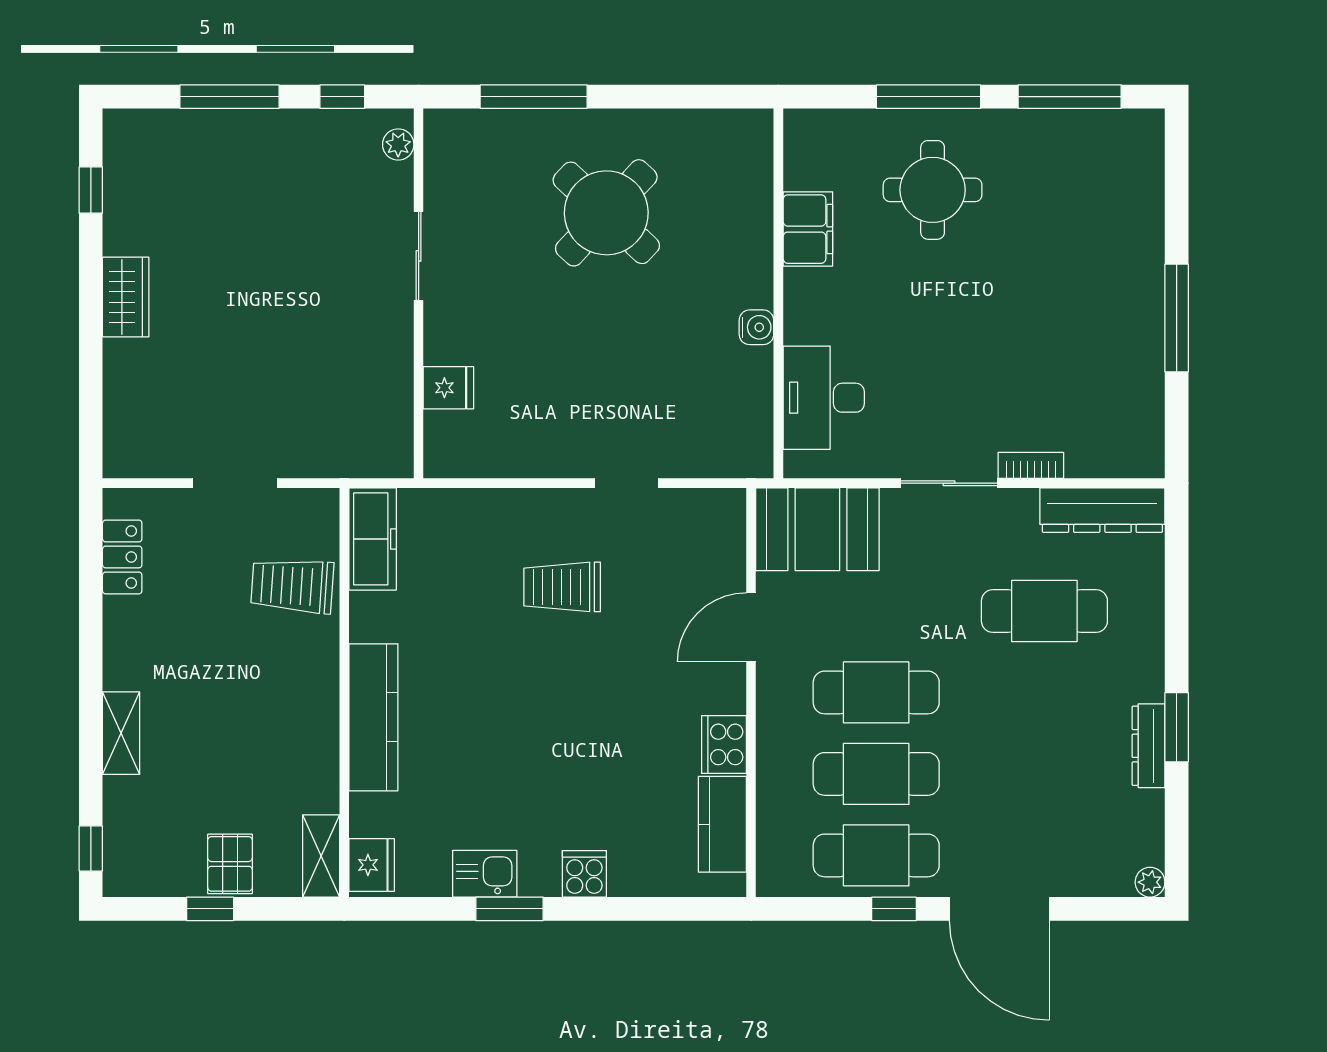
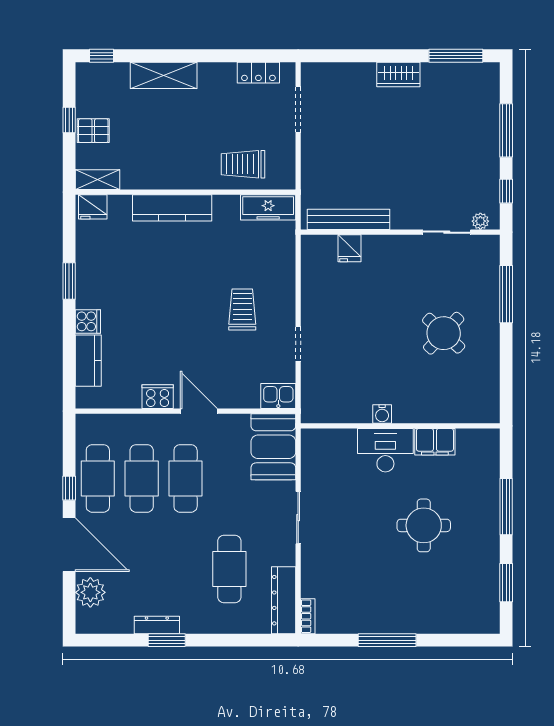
window: (1070, 97) -> (506, 583), width x0.69
window: (91, 190) -> (456, 56), width x2.17
round table: (933, 190) -> (424, 525), moved
round table: (606, 213) -> (444, 333), width x0.73, depth x0.73
sliding door: (419, 256) -> (447, 232), moved
bench: (395, 390) -> (349, 219), added
desk: (824, 398) -> (385, 450), moved
bookcase: (1031, 465) -> (308, 616), moved
doorway: (235, 483) -> (298, 109), moved
trolley: (292, 586) -> (243, 164), turned -94
door: (751, 627) -> (199, 411), moved
shelving: (121, 733) -> (164, 75), width x1.50, depth x1.33
kitchen counter: (722, 824) -> (88, 361), moved, turned 90
kitchen sink: (485, 874) -> (278, 396), moved, turned -90
plant: (1150, 882) -> (90, 592), moved, width x1.87, depth x1.87
door: (999, 909) -> (69, 545), swing flipped

